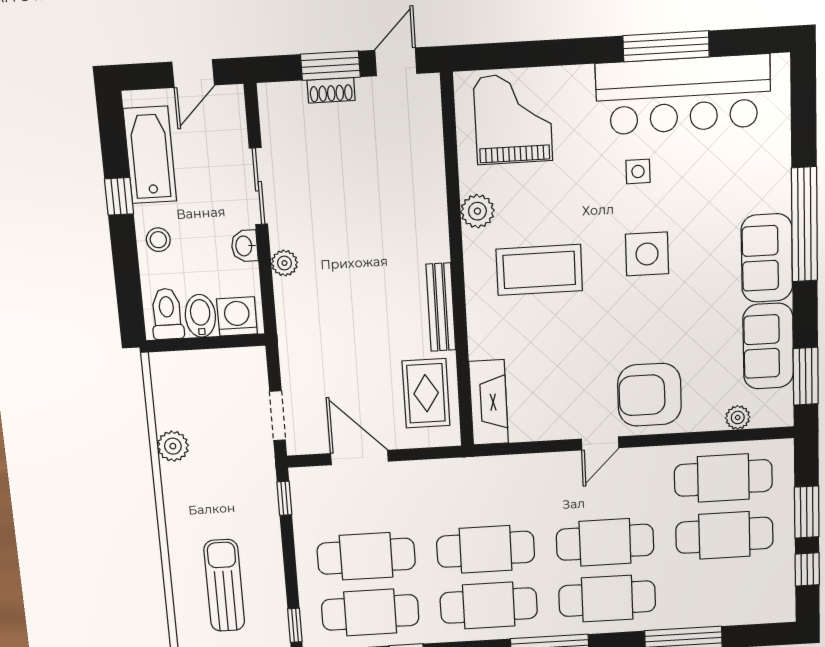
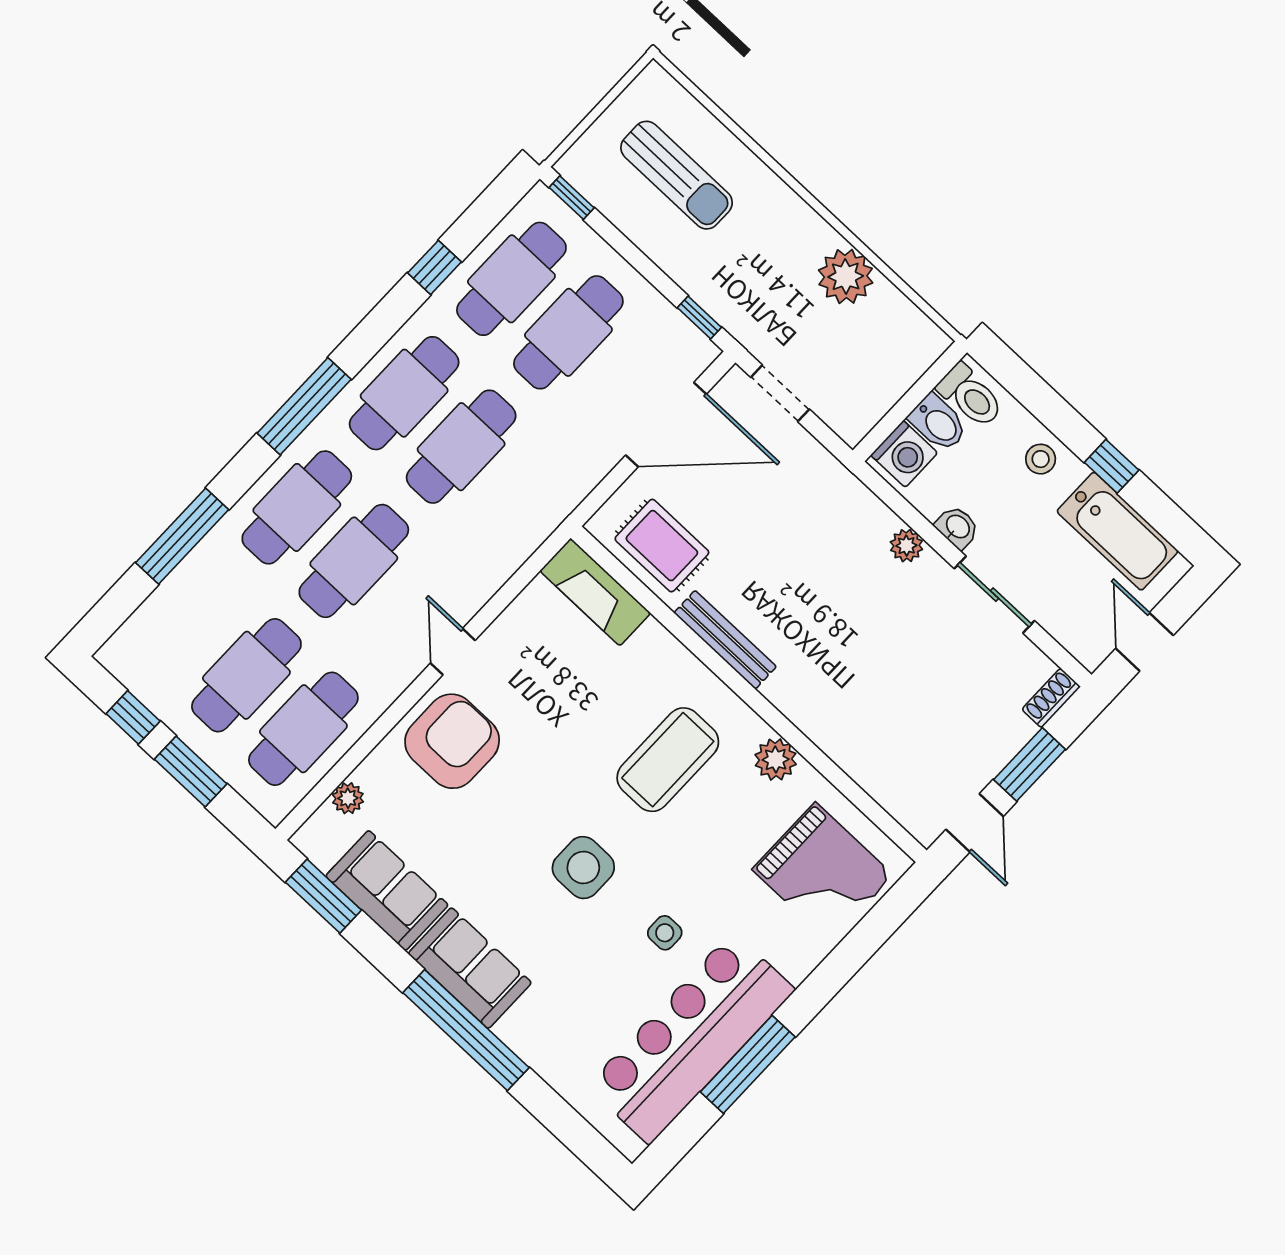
shoe rack: (331, 90) -> (1051, 698), moved
plant: (173, 446) -> (846, 276), width x1.36, depth x1.36
door: (359, 457) -> (666, 425), width x1.36

